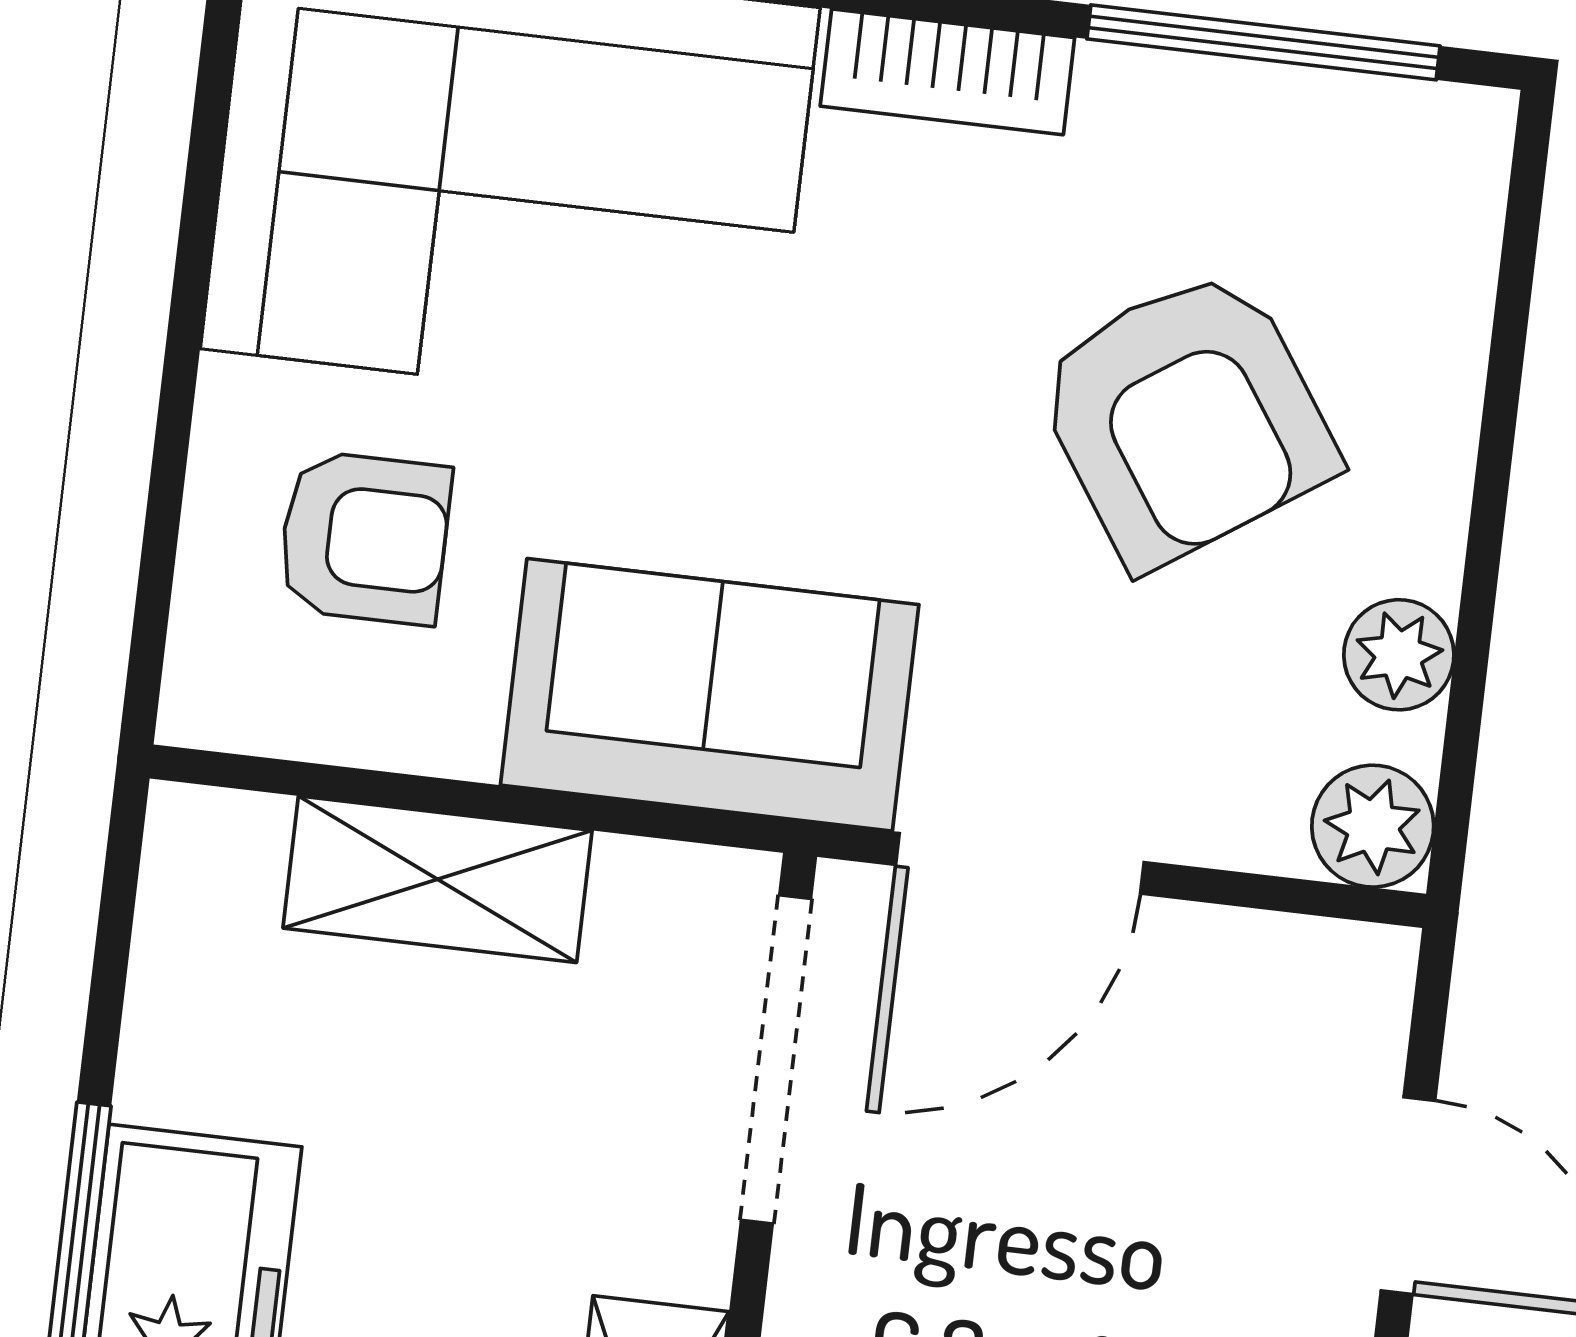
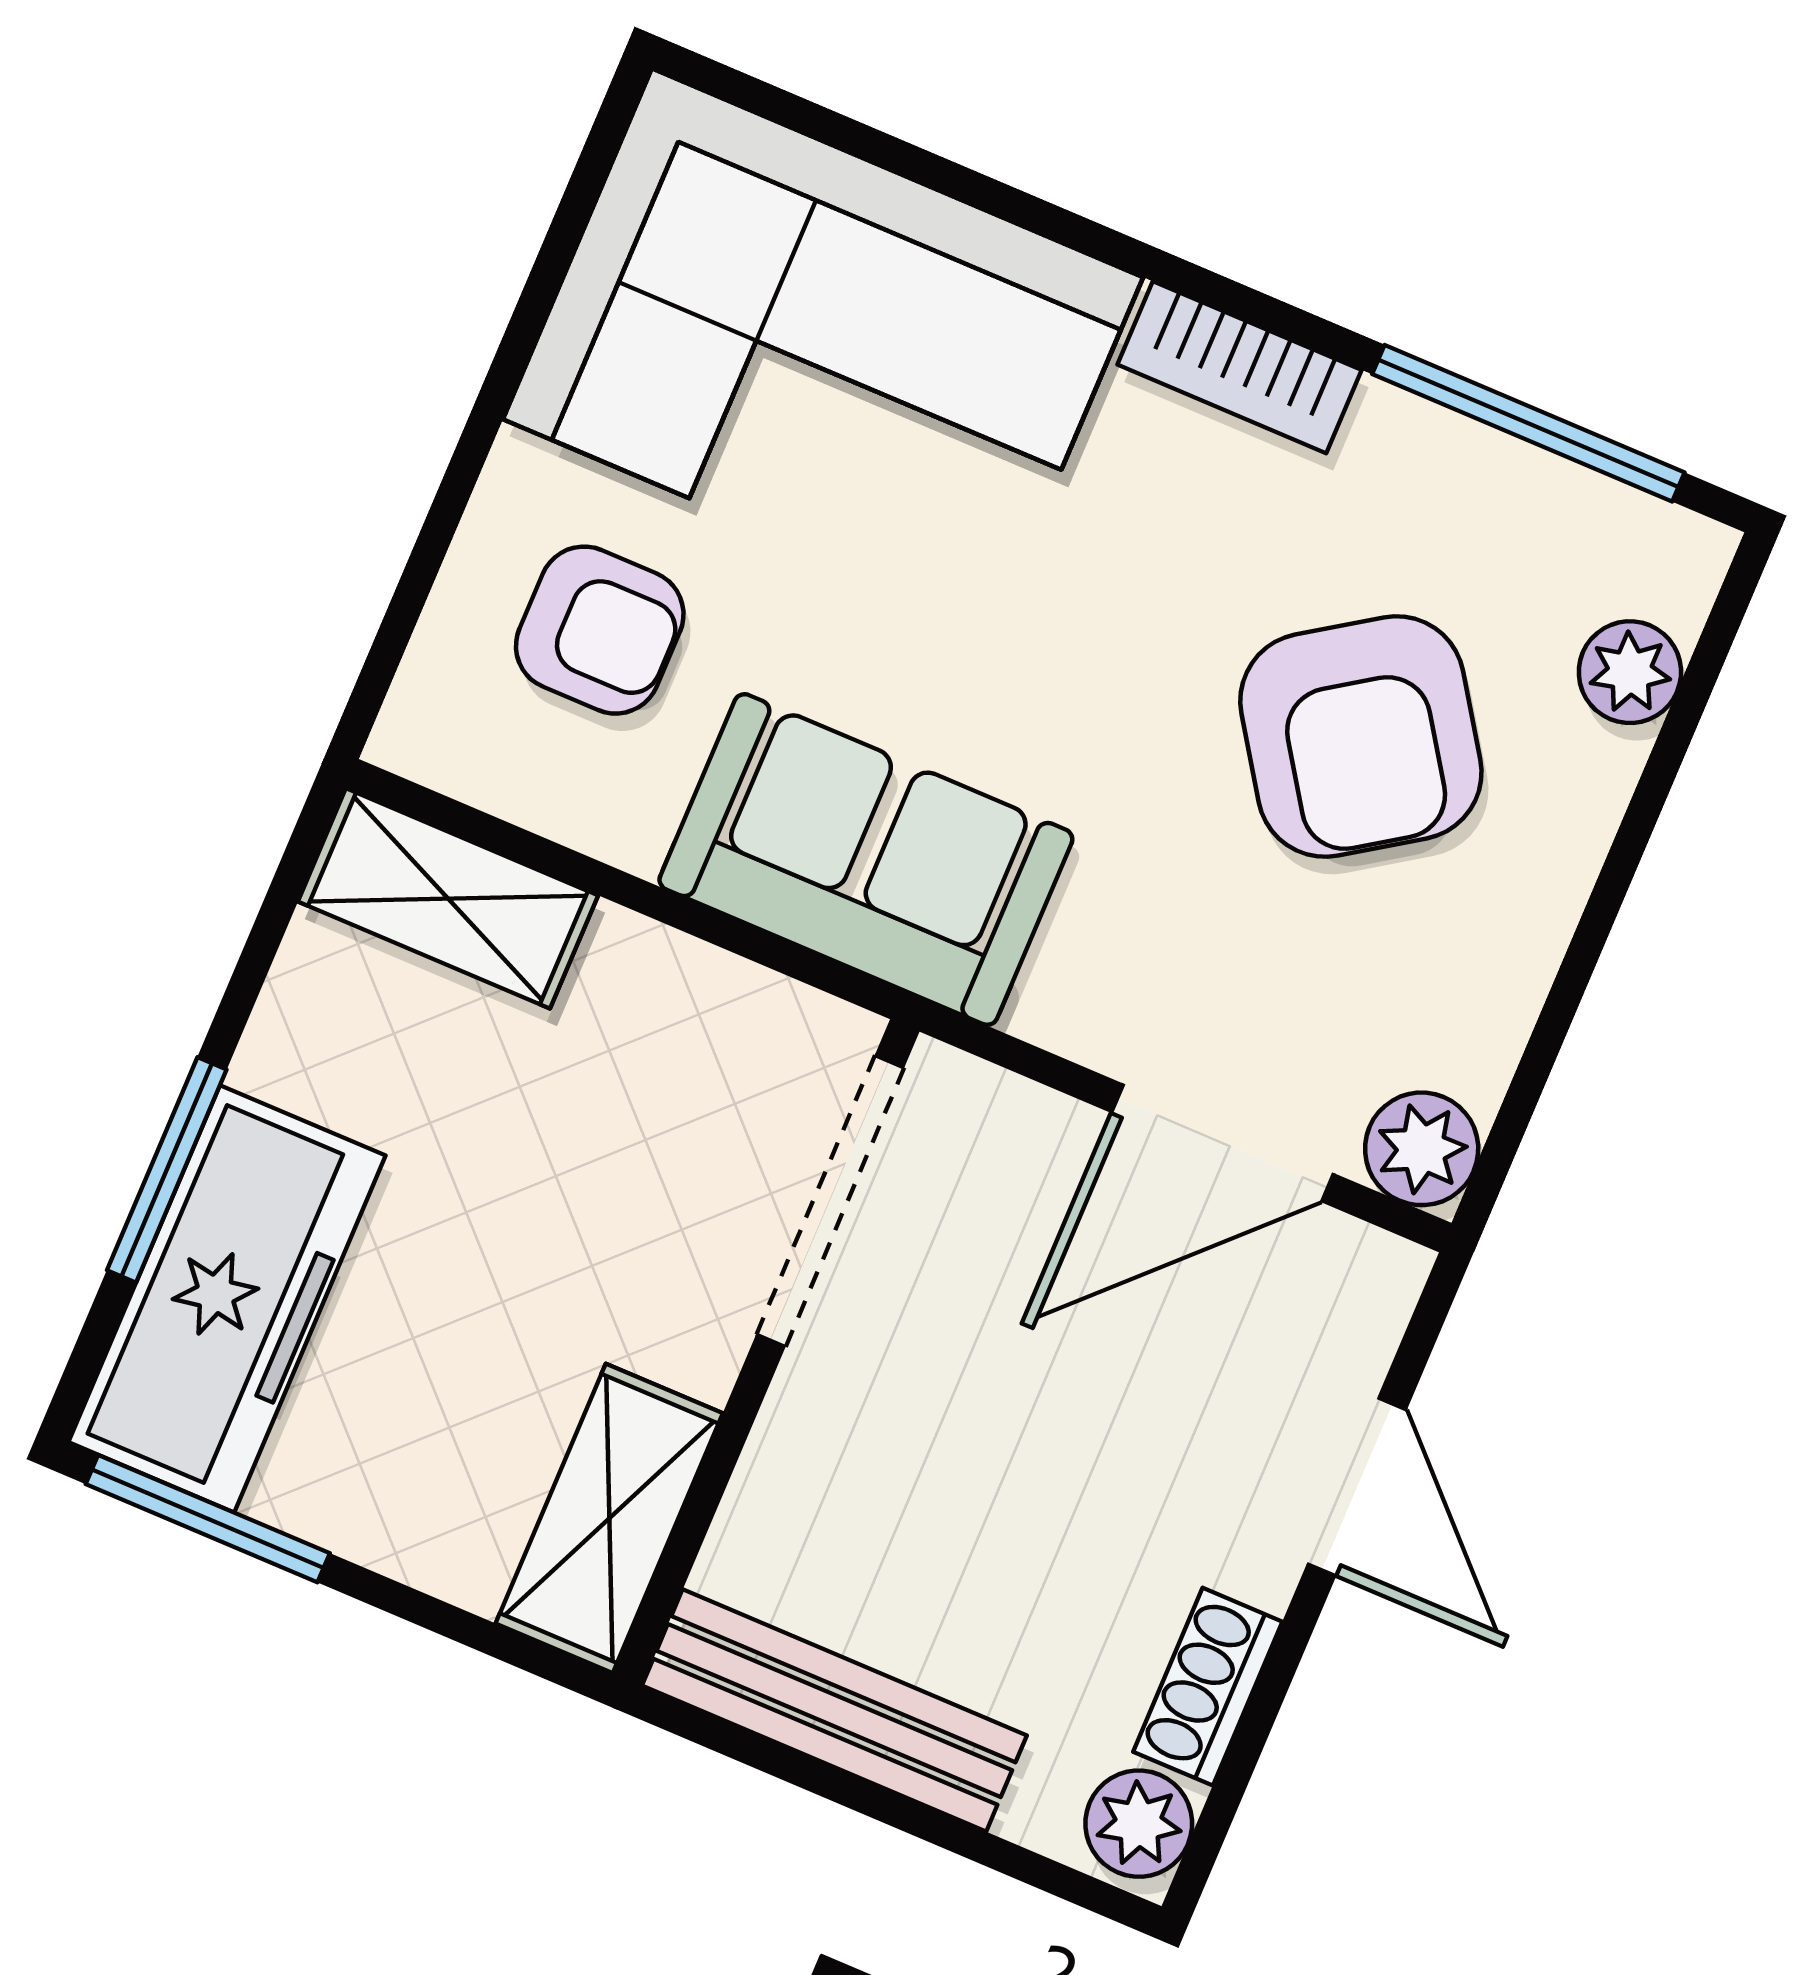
plant: (1399, 655) -> (1630, 672), moved
door: (1020, 863) -> (1222, 1143), moved
shelving: (438, 879) -> (448, 898), moved

